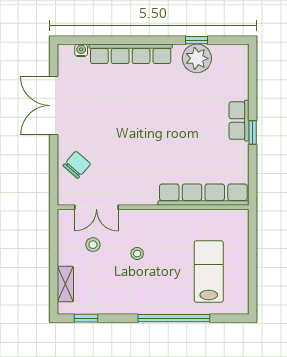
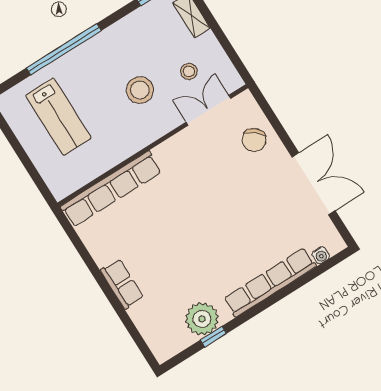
window: (253, 132) -> (101, 281), removed
stool: (137, 254) -> (140, 90), width x1.89, depth x1.89

